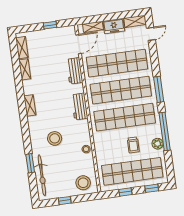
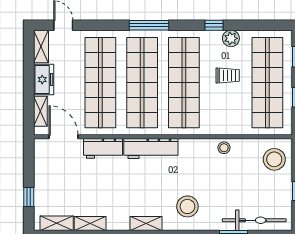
window: (50, 25) -> (29, 197), moved
workbench: (80, 107) -> (151, 149), width x1.37
window: (165, 131) -> (214, 25), width x0.32
stool: (55, 138) -> (187, 206), moved

